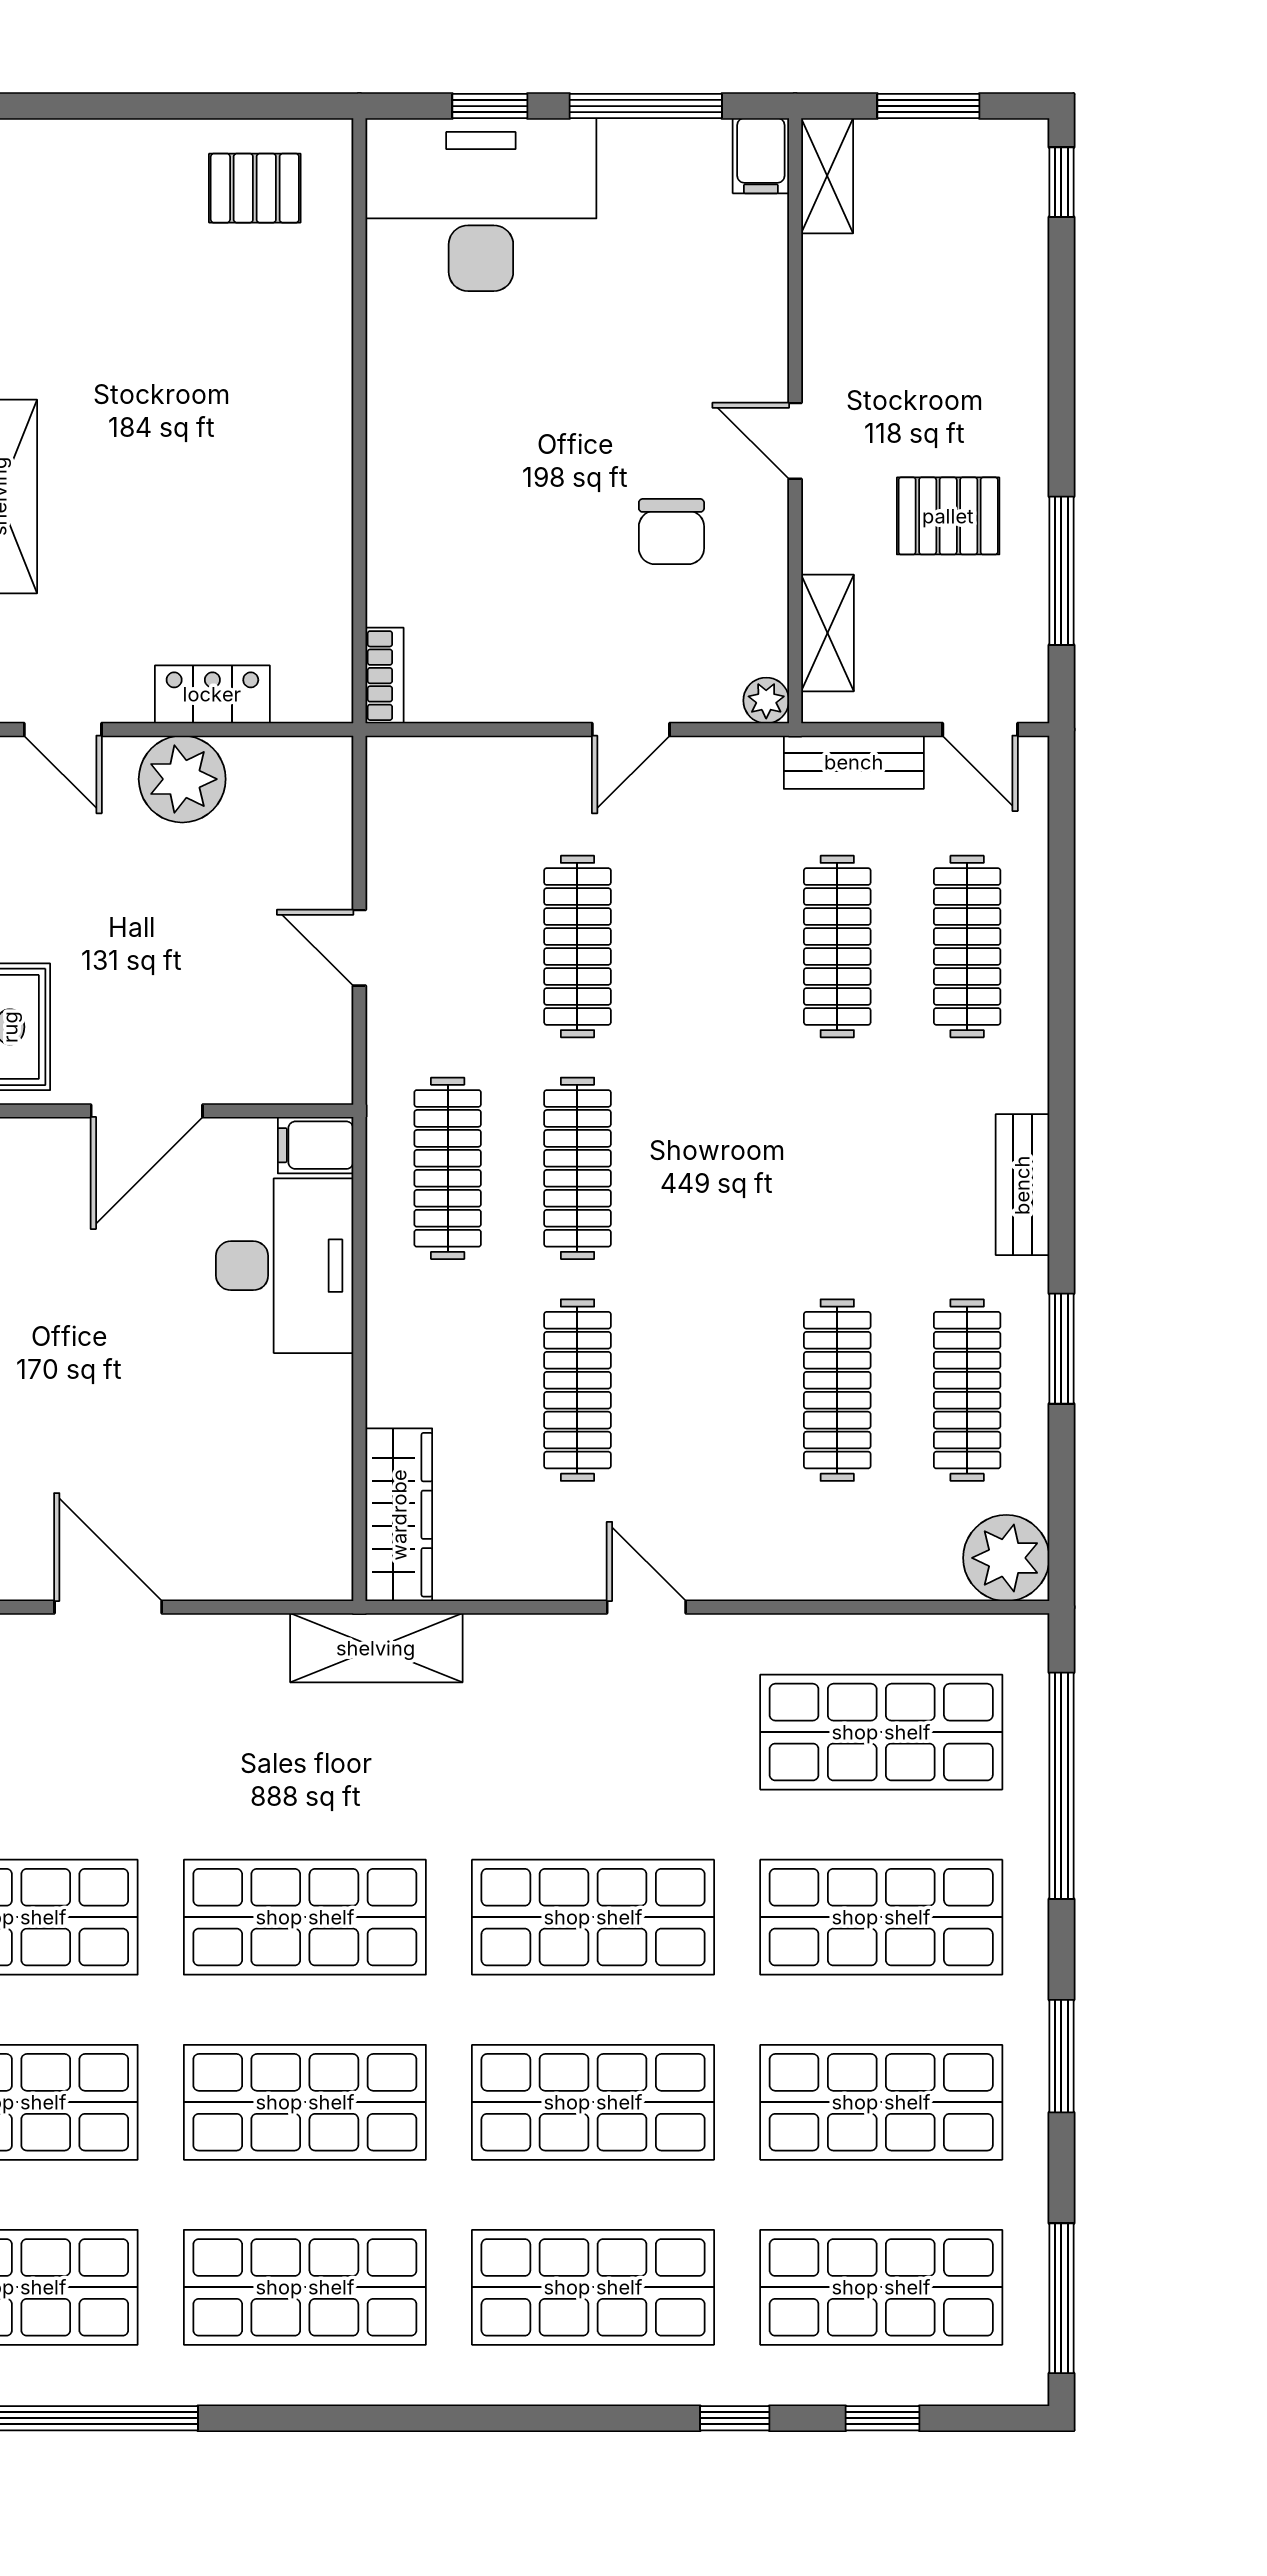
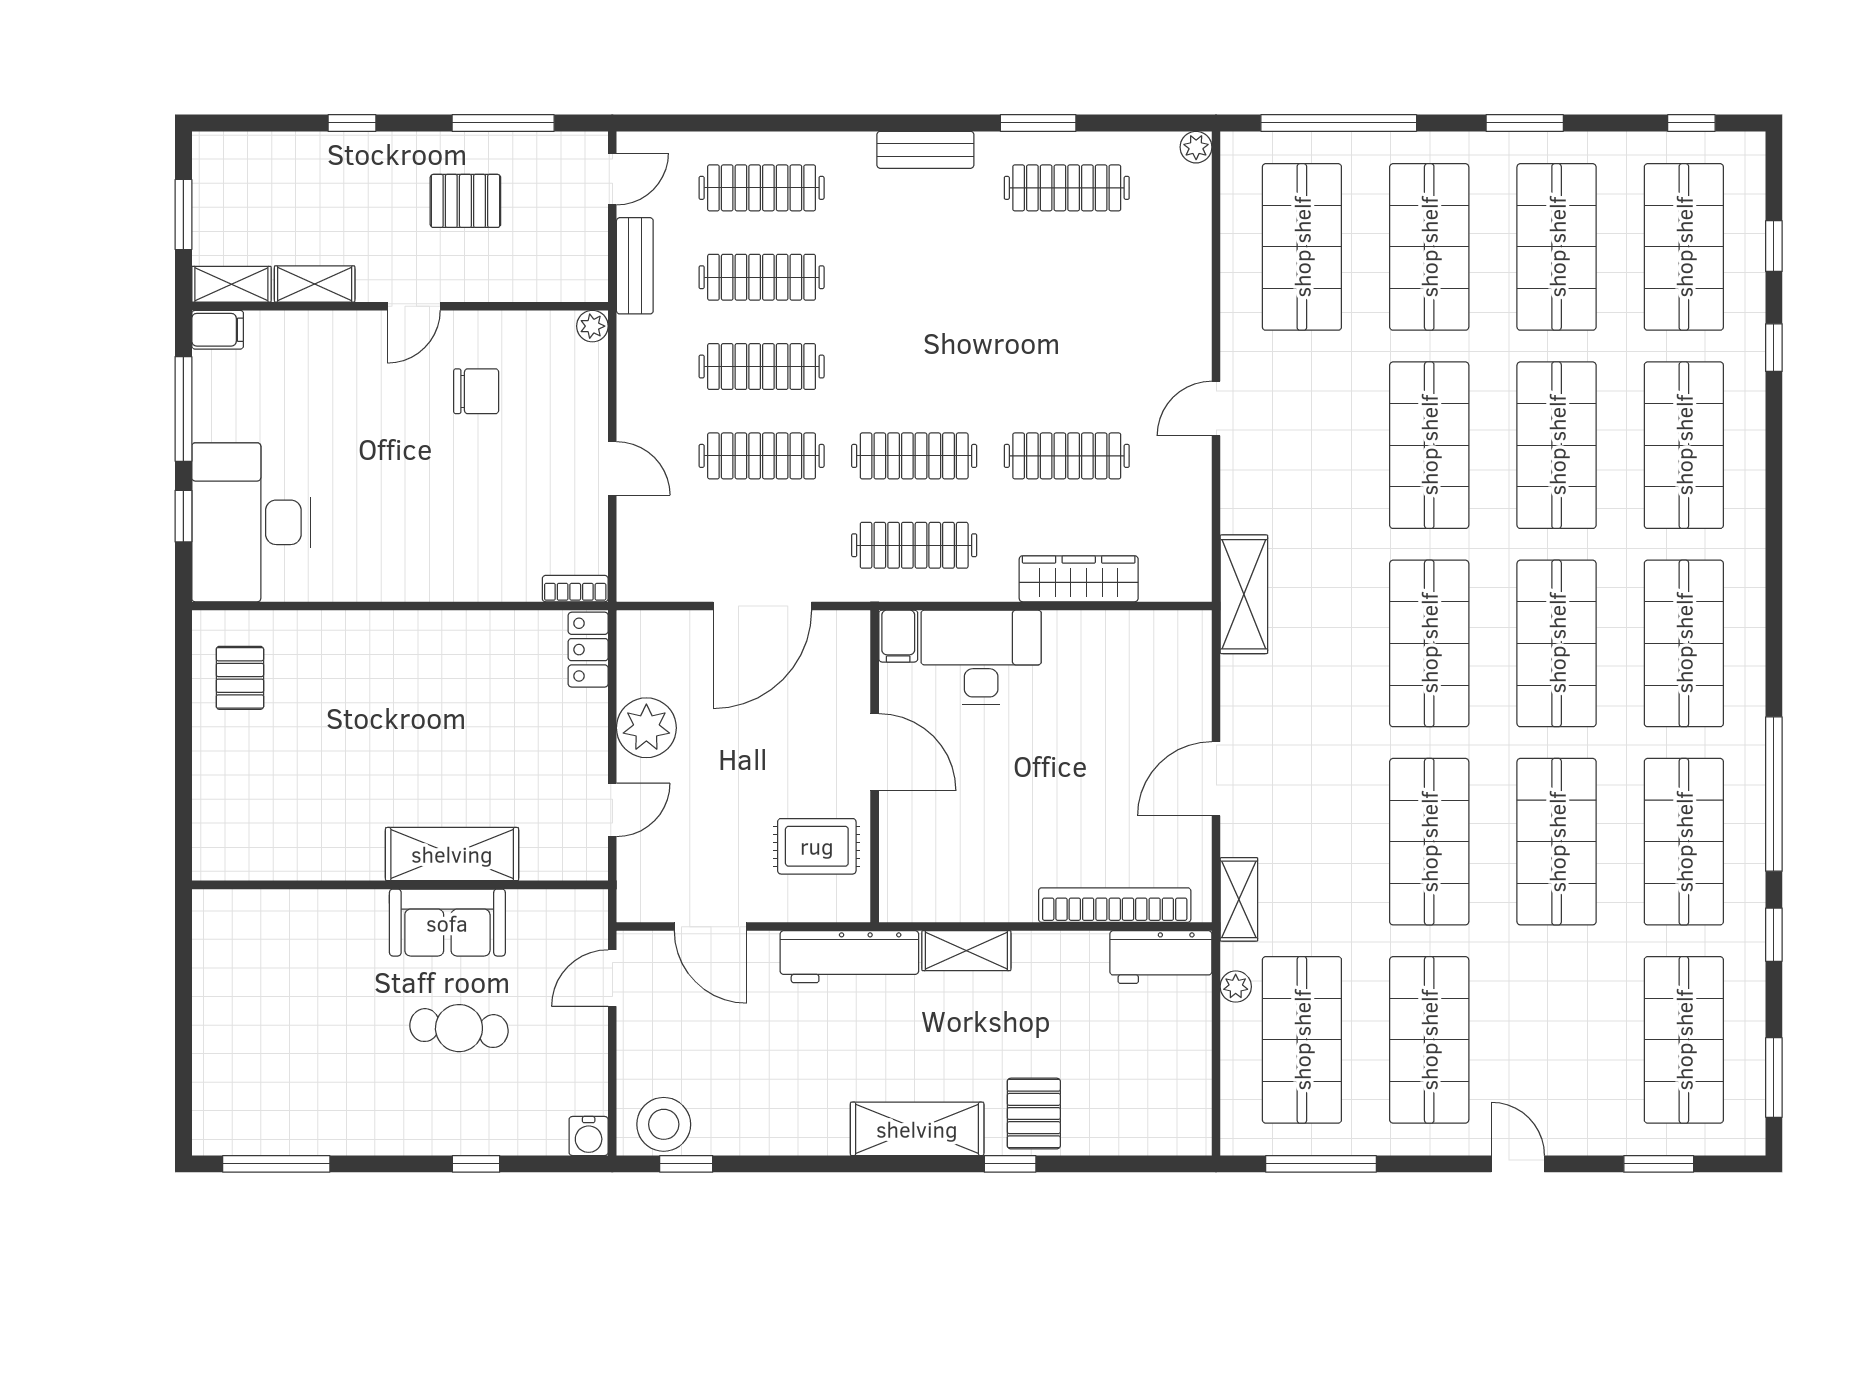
window: (1061, 182) -> (352, 123), moved
pallet: (948, 516) -> (465, 201), turned 90
shelving: (827, 633) -> (315, 284), moved
locker: (212, 694) -> (588, 650), moved
door: (631, 729) -> (612, 468), moved
door: (359, 948) -> (762, 606), width x1.87
clothes rail: (837, 1390) -> (762, 367), moved
wardrobe: (399, 1515) -> (1079, 579), moved
plant: (1006, 1558) -> (1196, 147), width x0.53, depth x0.53
window: (1061, 2298) -> (1691, 123), width x0.46

